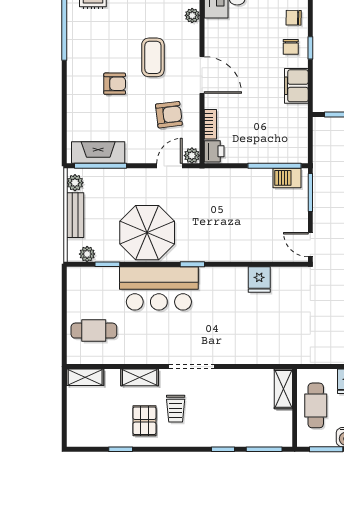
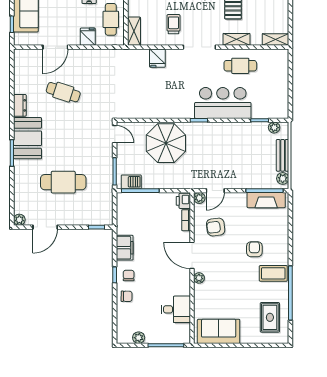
plant: (192, 15) -> (199, 278), moved
coffee table: (153, 57) -> (273, 273), moved, turned 90
armchair: (115, 84) -> (254, 249), turned 90
parasol: (147, 233) -> (166, 143), moved
fridge: (259, 280) -> (157, 58), moved, turned 180
cafe table: (94, 331) -> (240, 66), moved
trolley: (176, 409) -> (174, 24), moved

